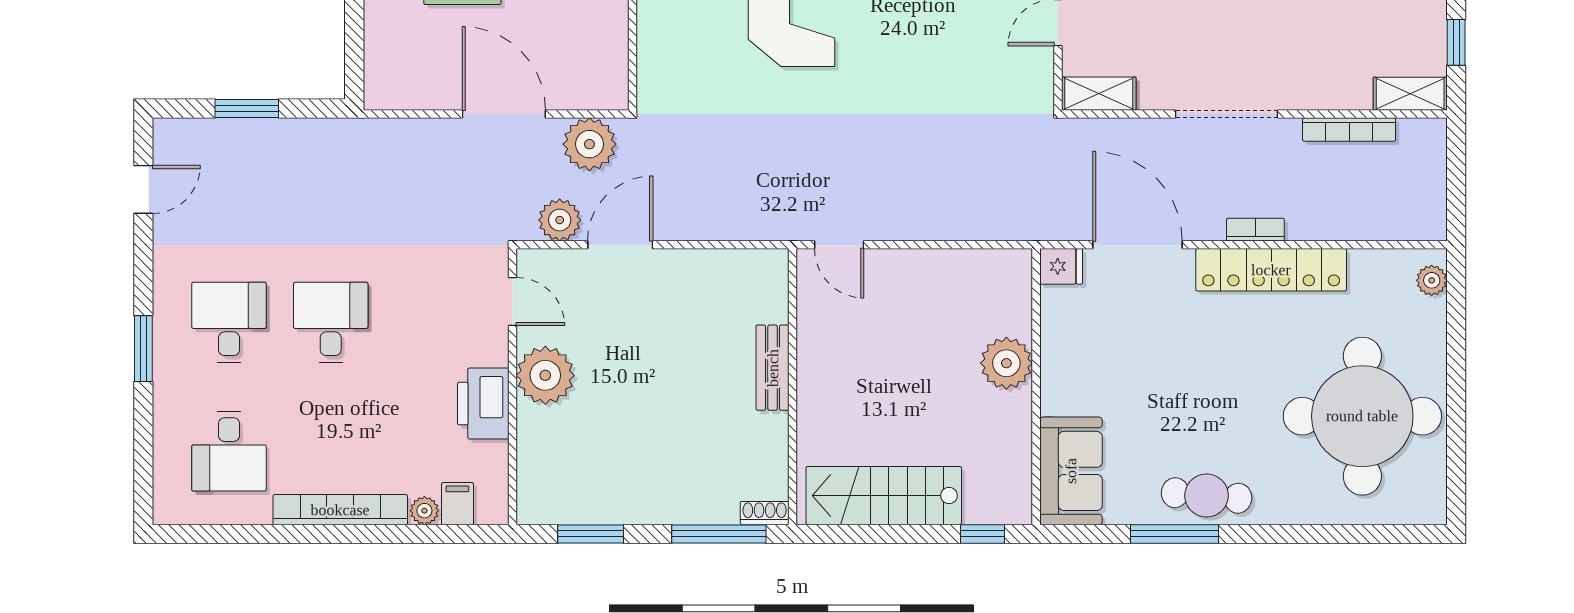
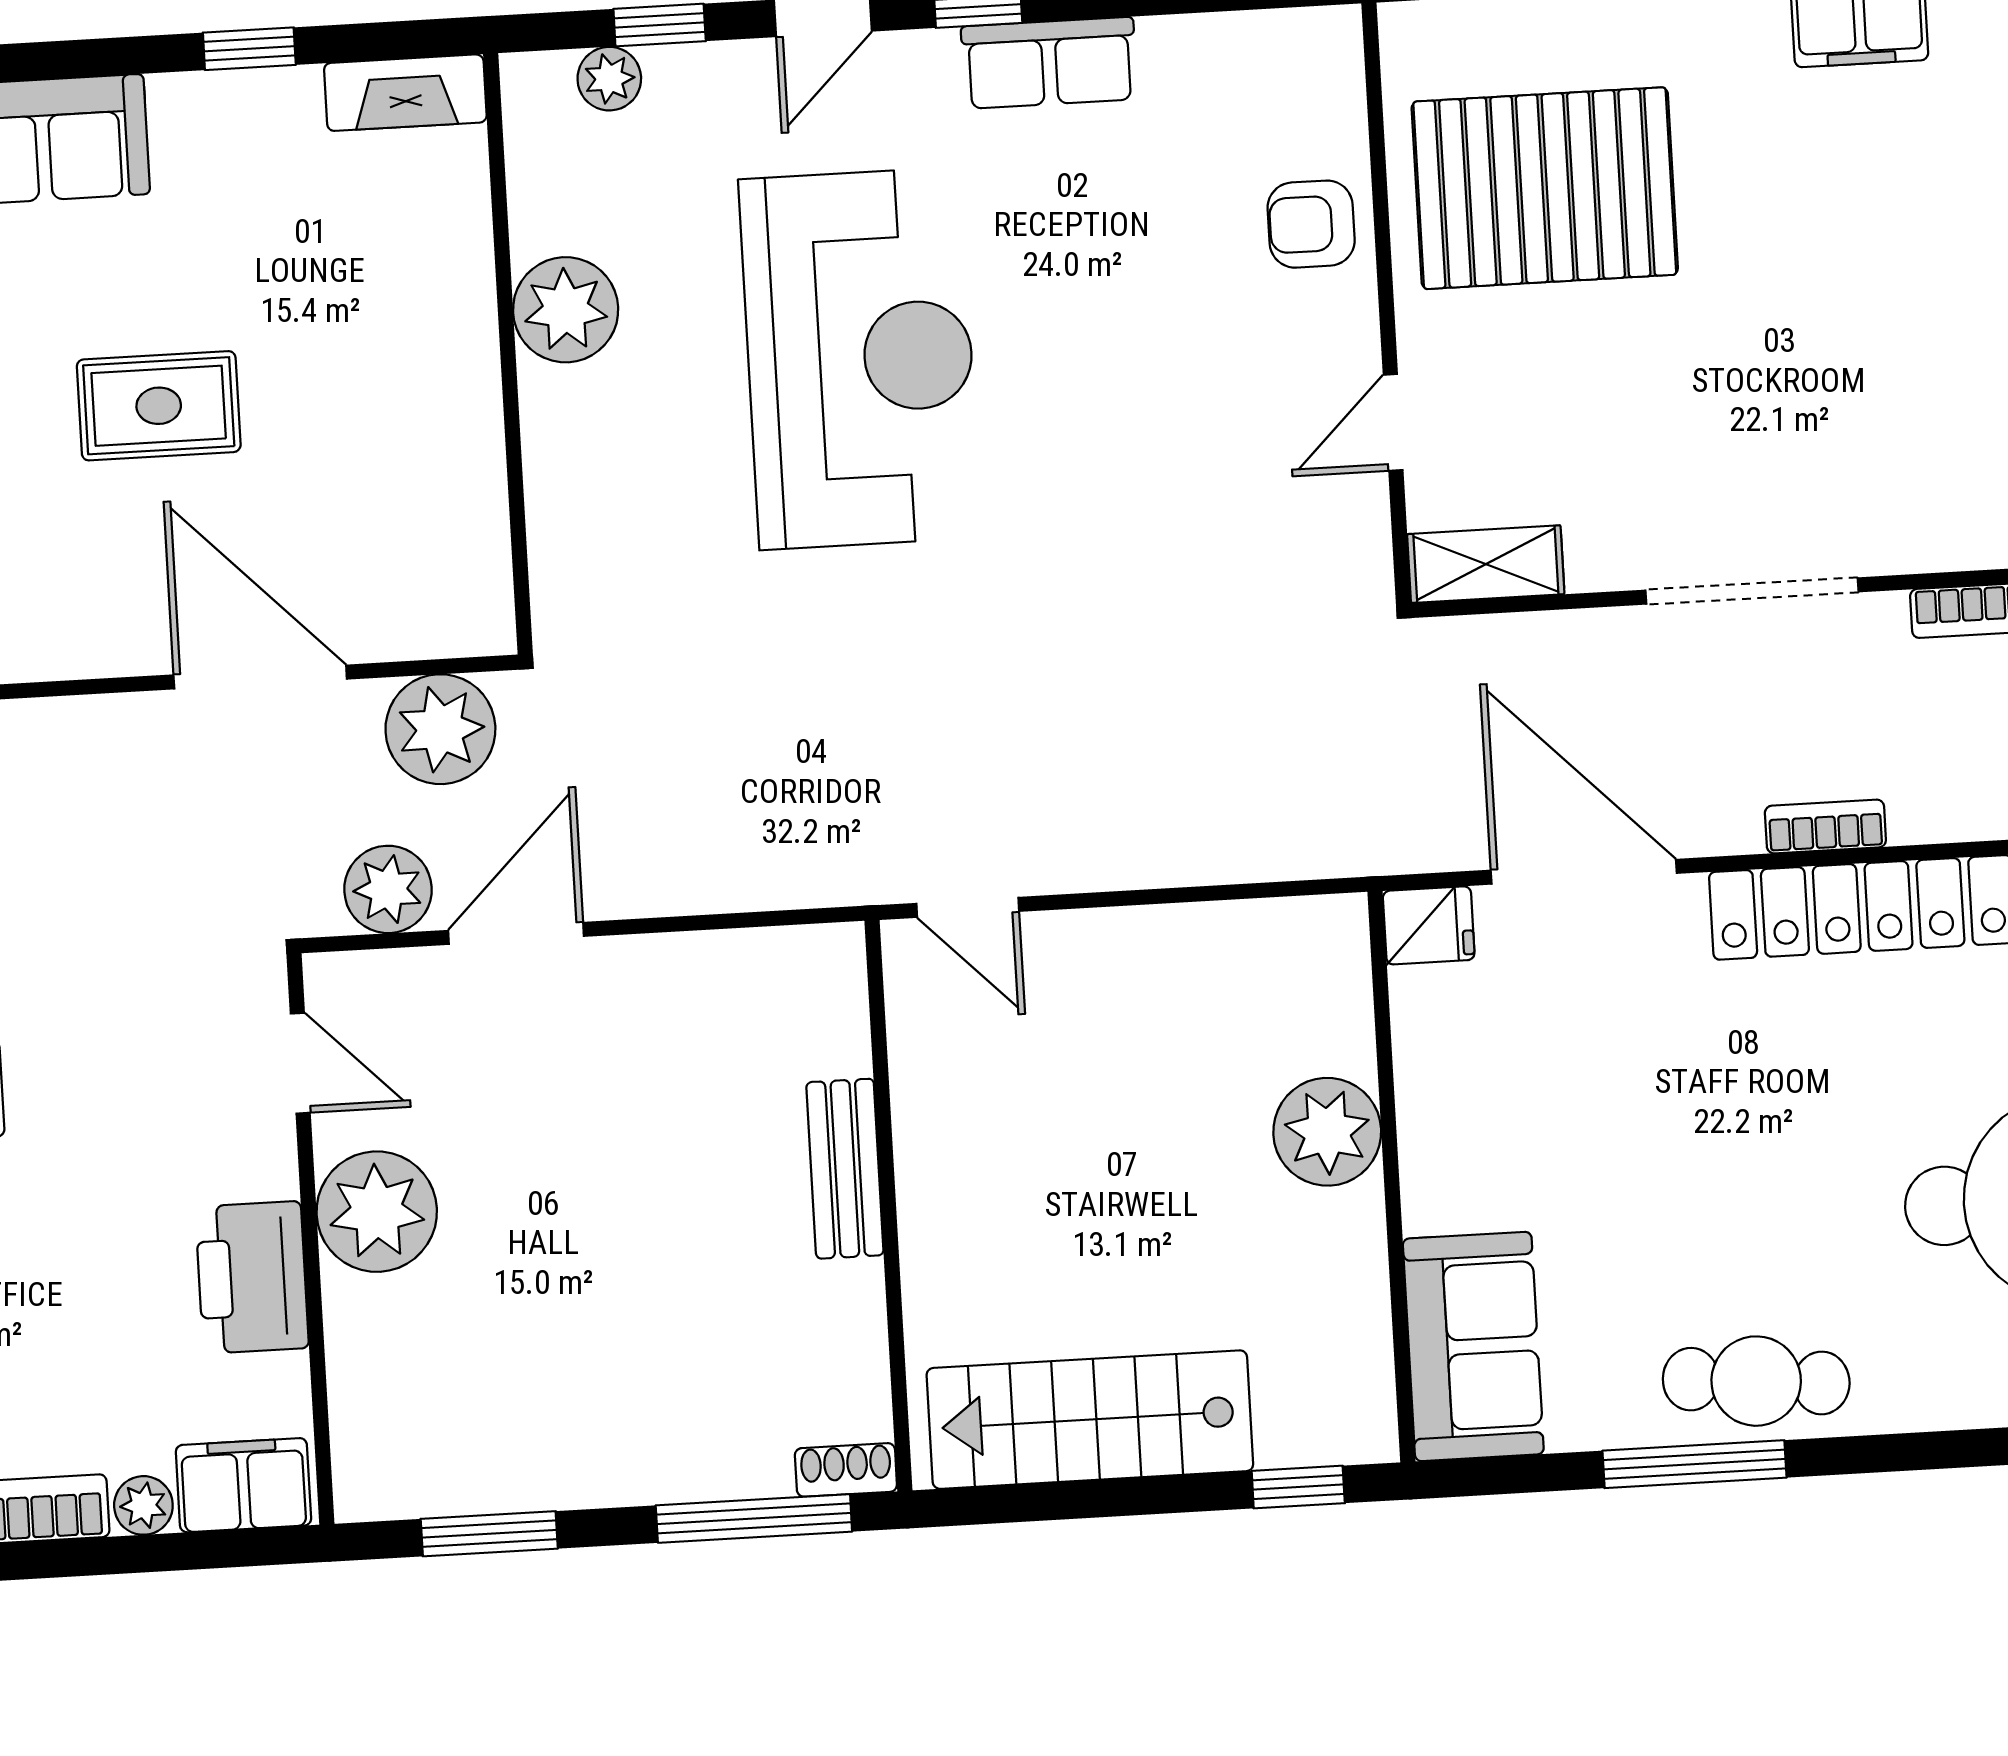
filing cabinet: (457, 504) -> (243, 1485), width x2.00

